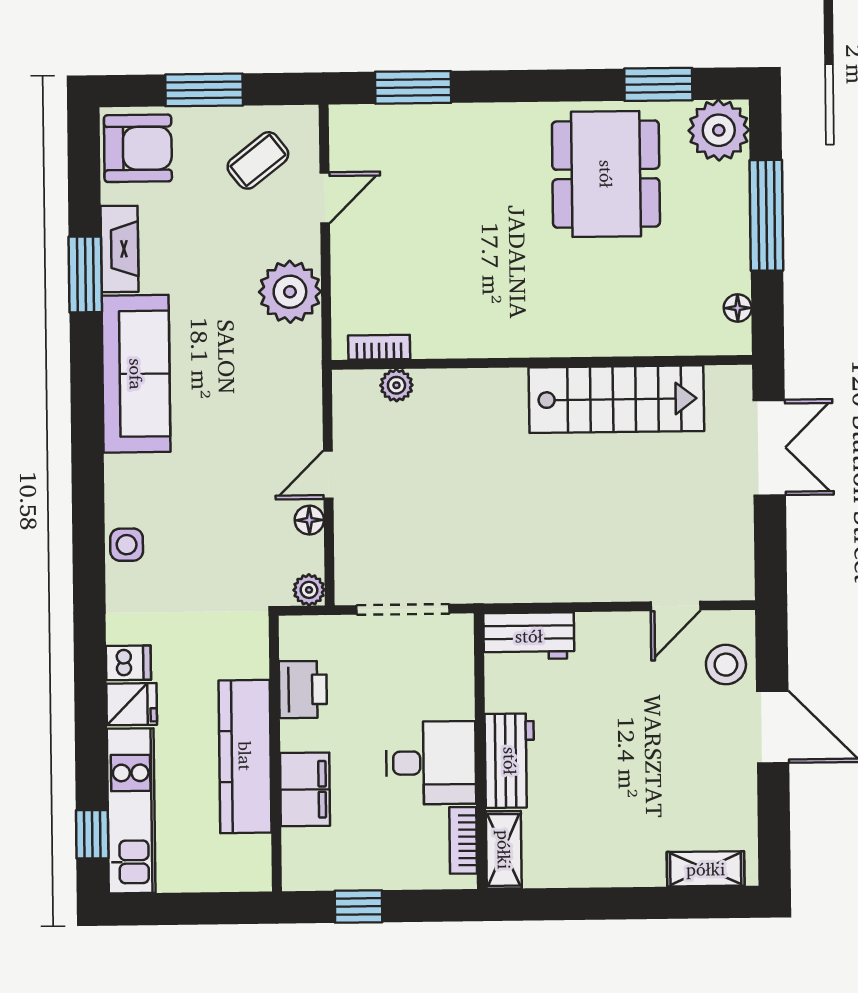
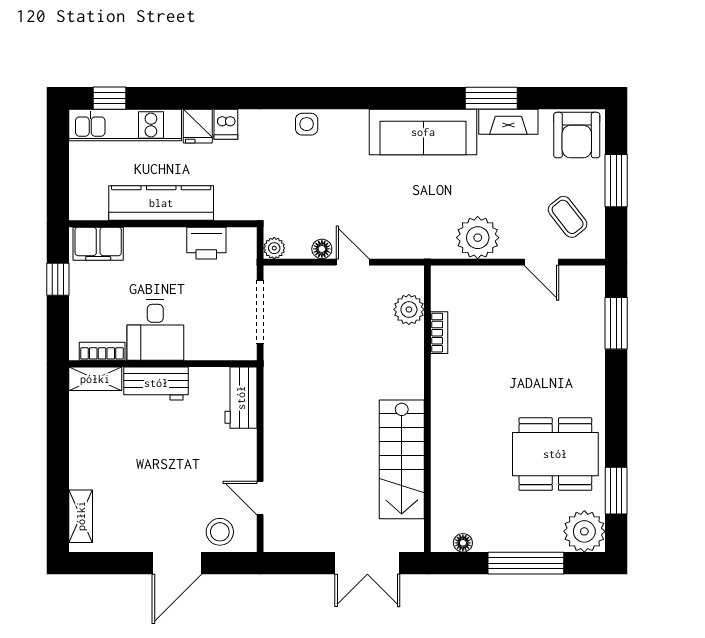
bookcase: (379, 347) -> (439, 333), moved
plant: (396, 385) -> (409, 309), width x1.38, depth x1.38
filing cabinet: (305, 789) -> (98, 244), moved

